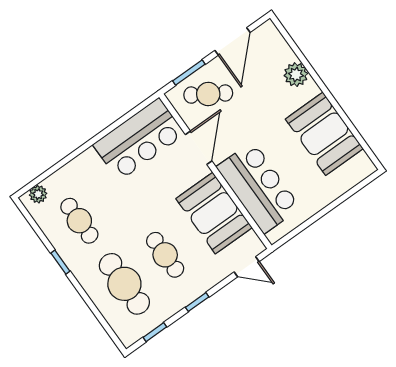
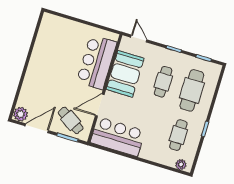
plant: (296, 75) -> (21, 114), moved
booth: (324, 134) -> (47, 50), removed

